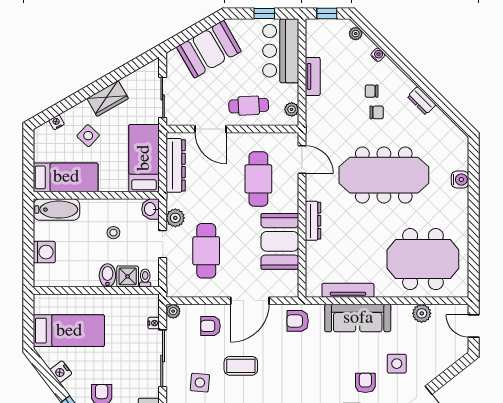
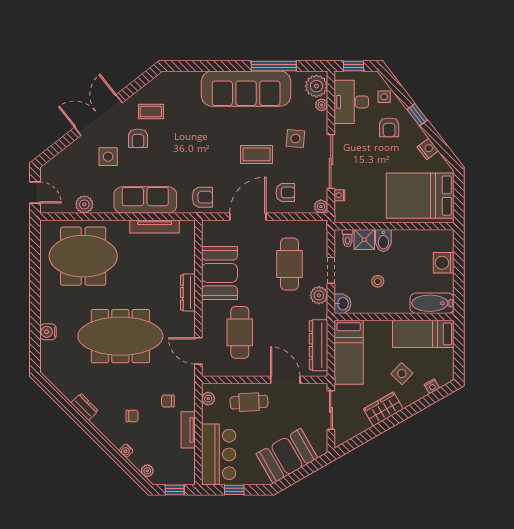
chair: (377, 112) -> (168, 401), moved
bed: (69, 331) -> (420, 196), width x1.50

